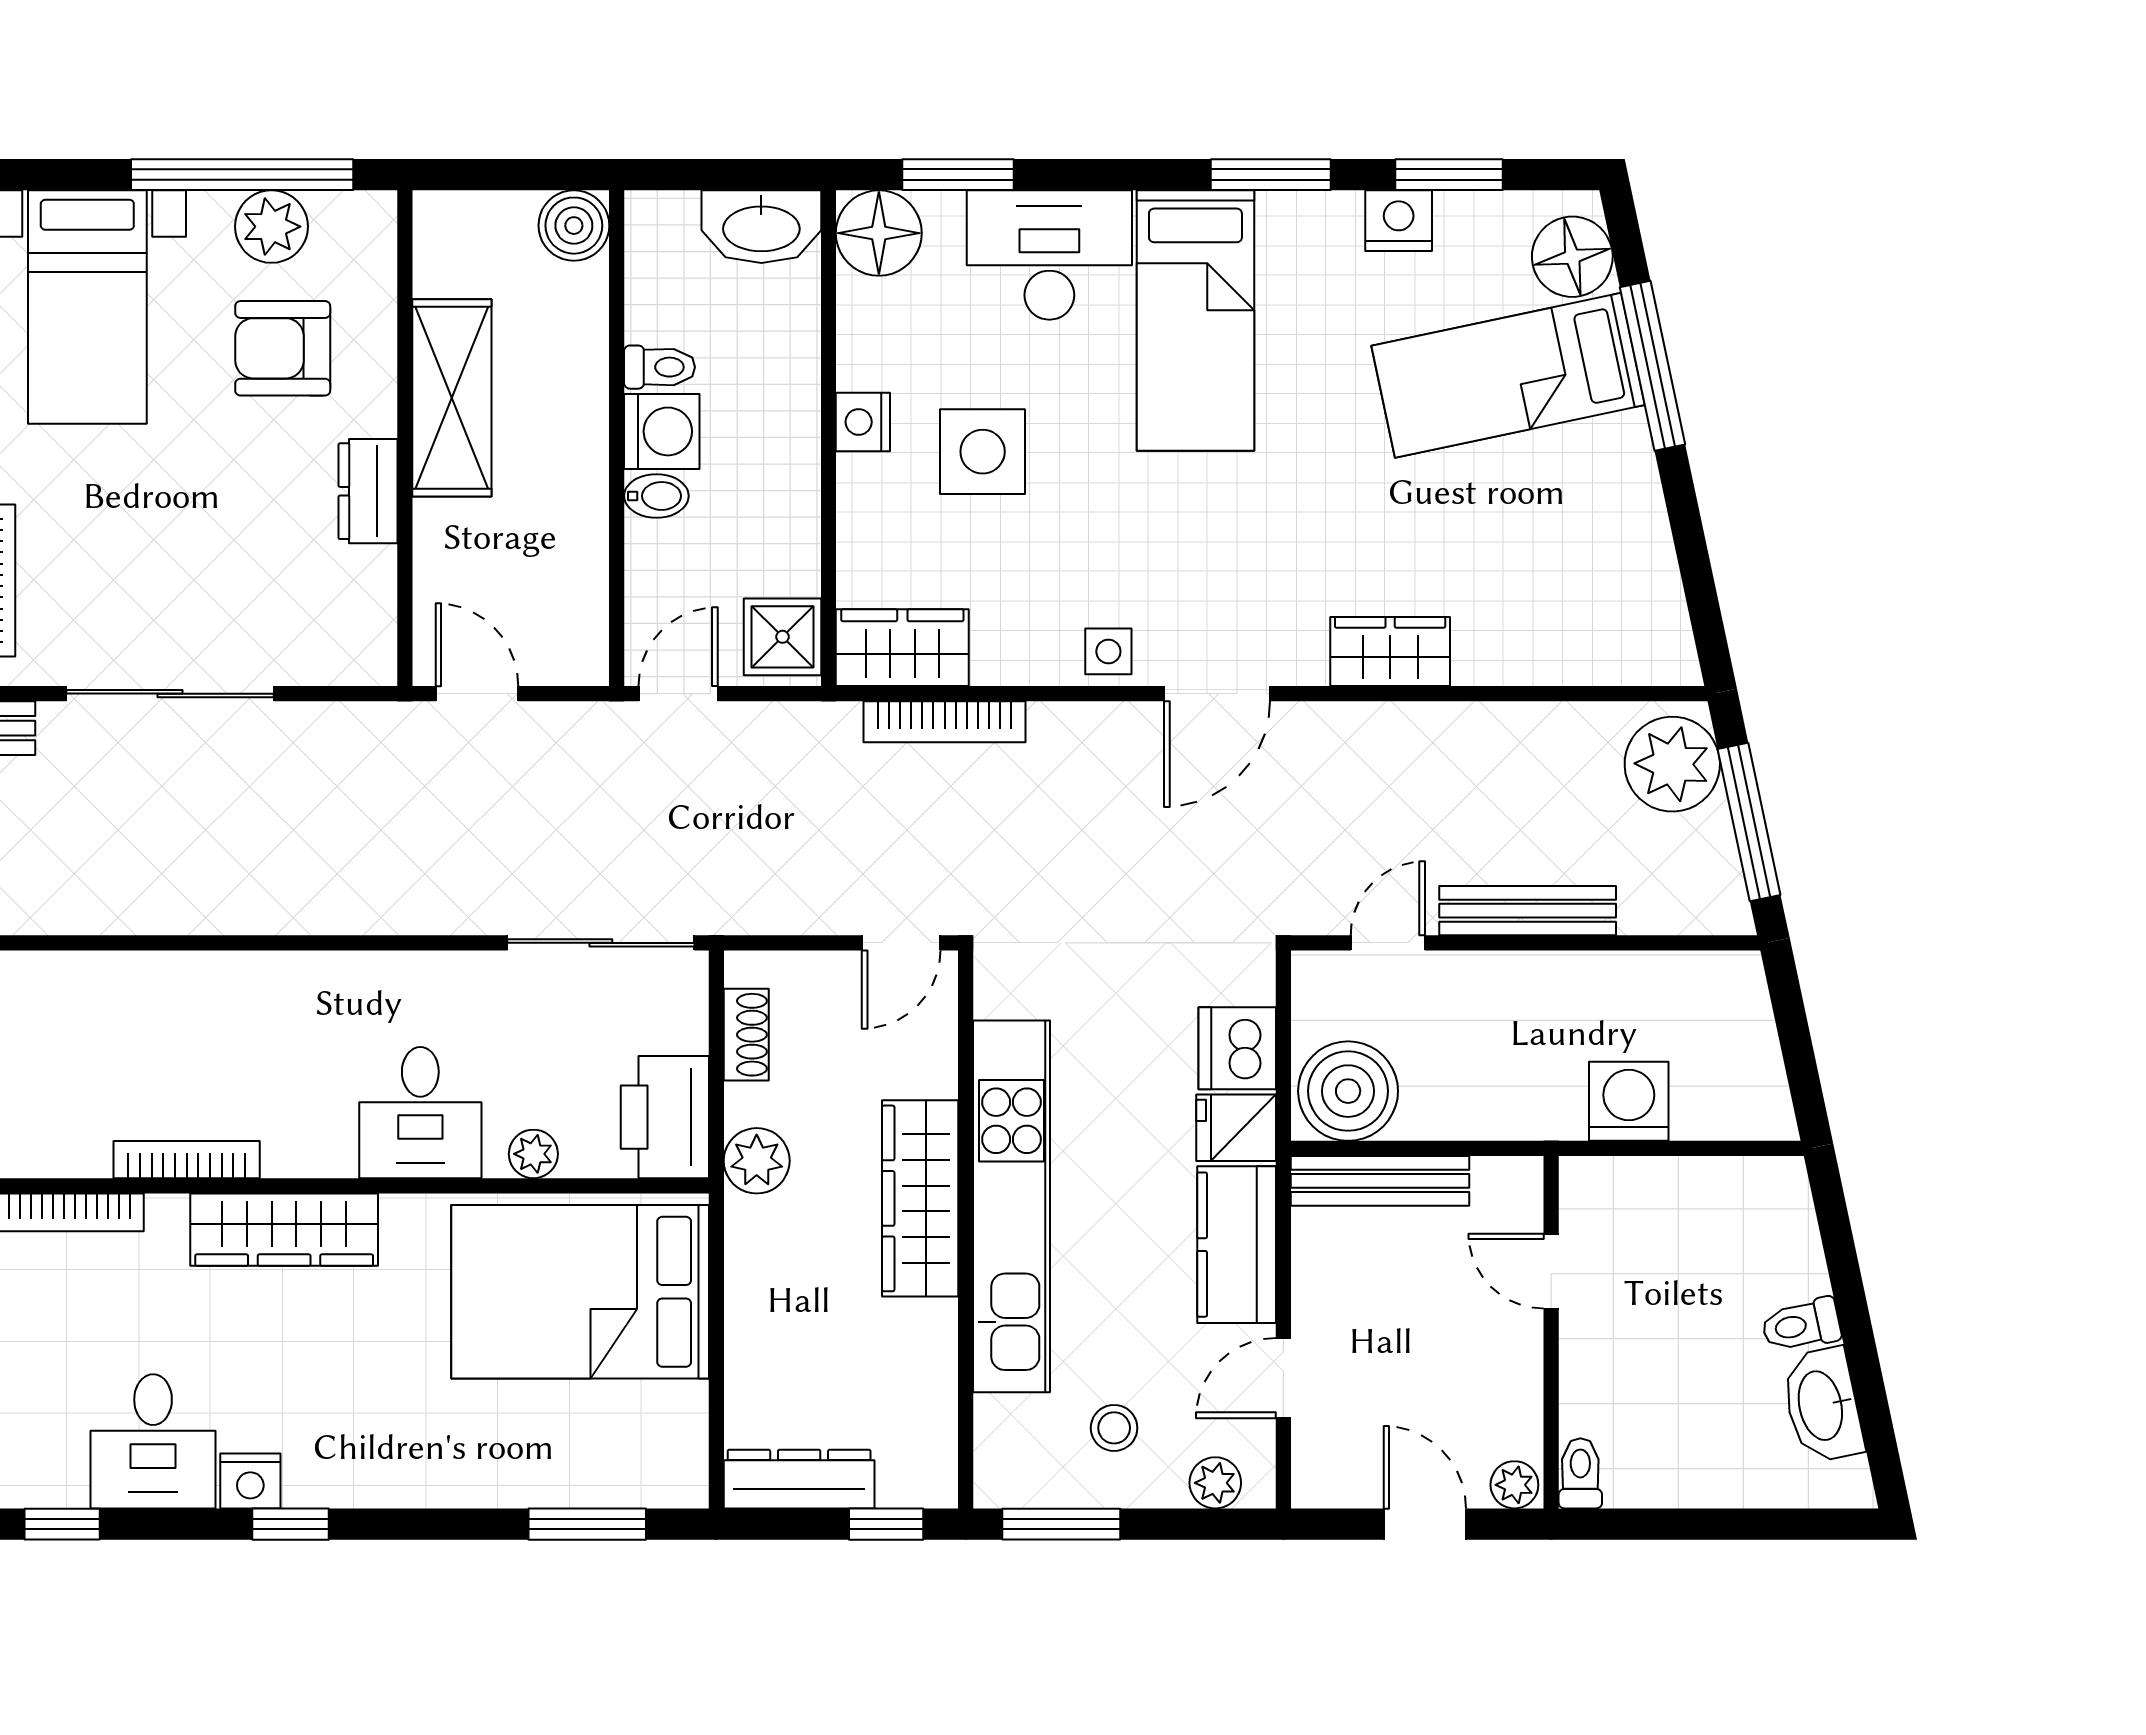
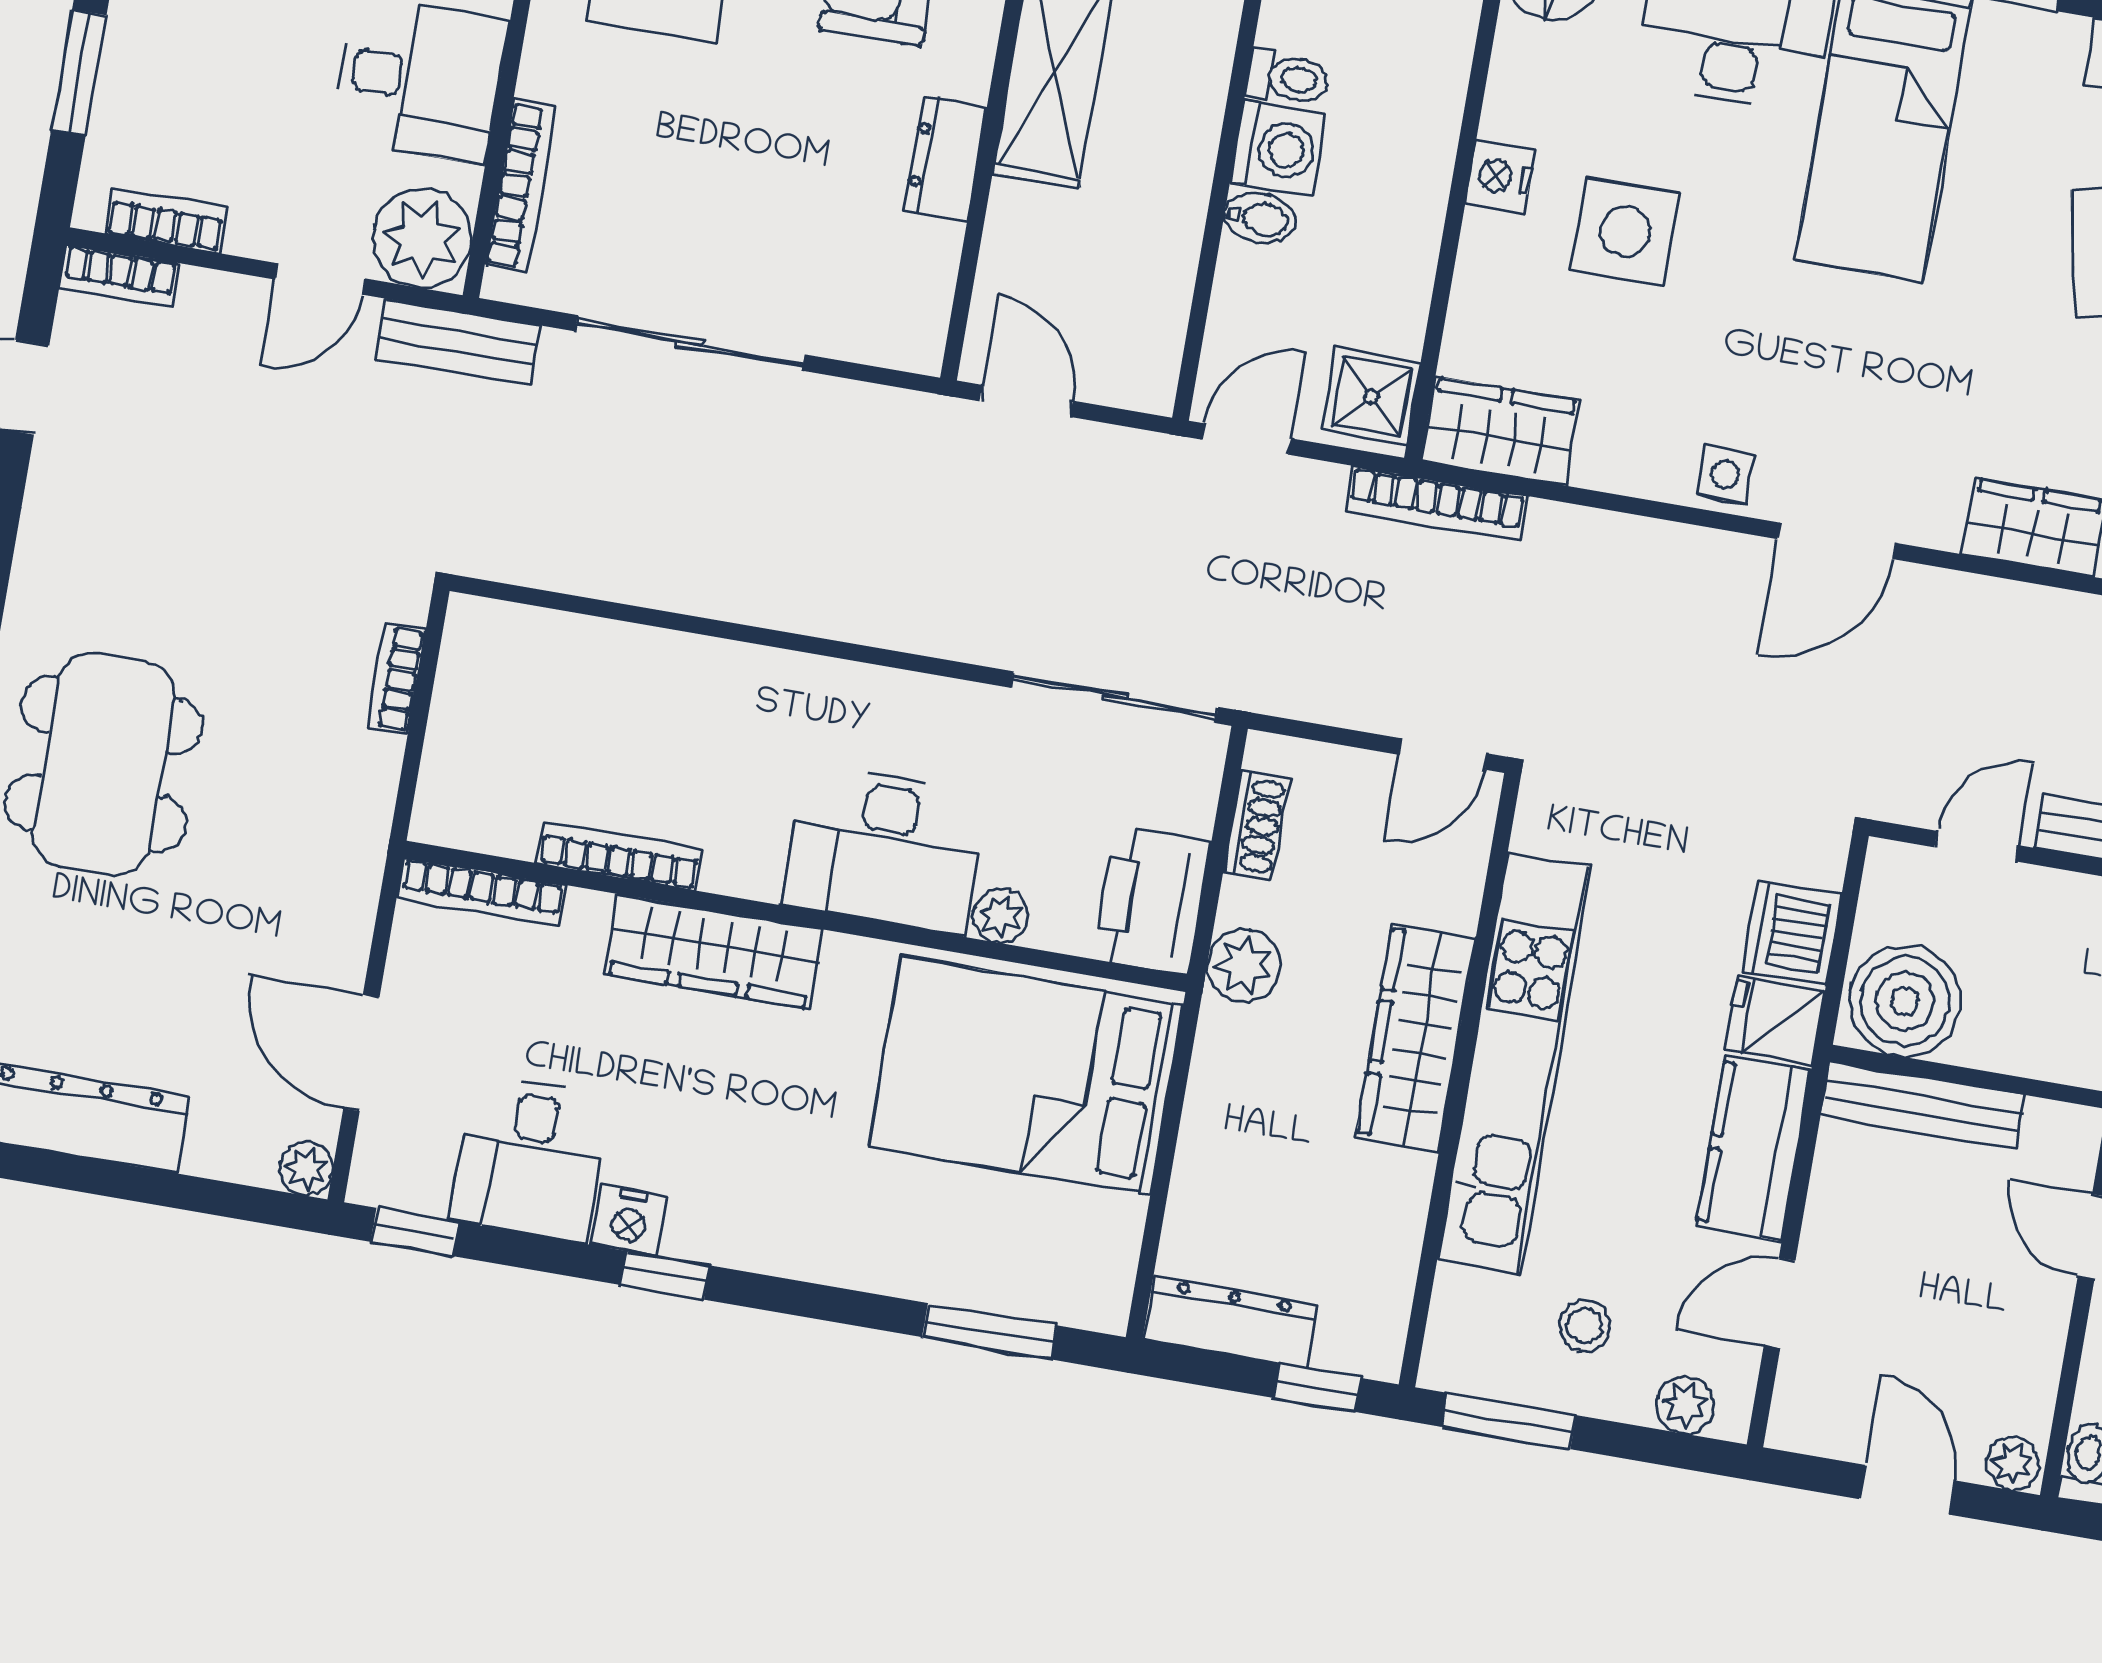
bookcase: (945, 722) -> (1437, 504), moved
desk: (420, 1113) -> (885, 849), width x1.37

